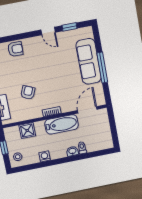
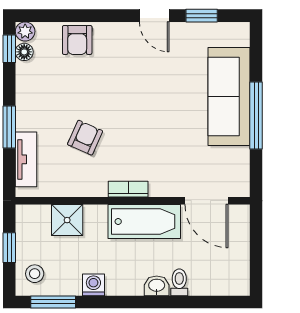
armchair: (15, 49) -> (77, 40), turned 89
door: (87, 110) -> (206, 201), swing flipped
window: (28, 167) -> (53, 302), added

